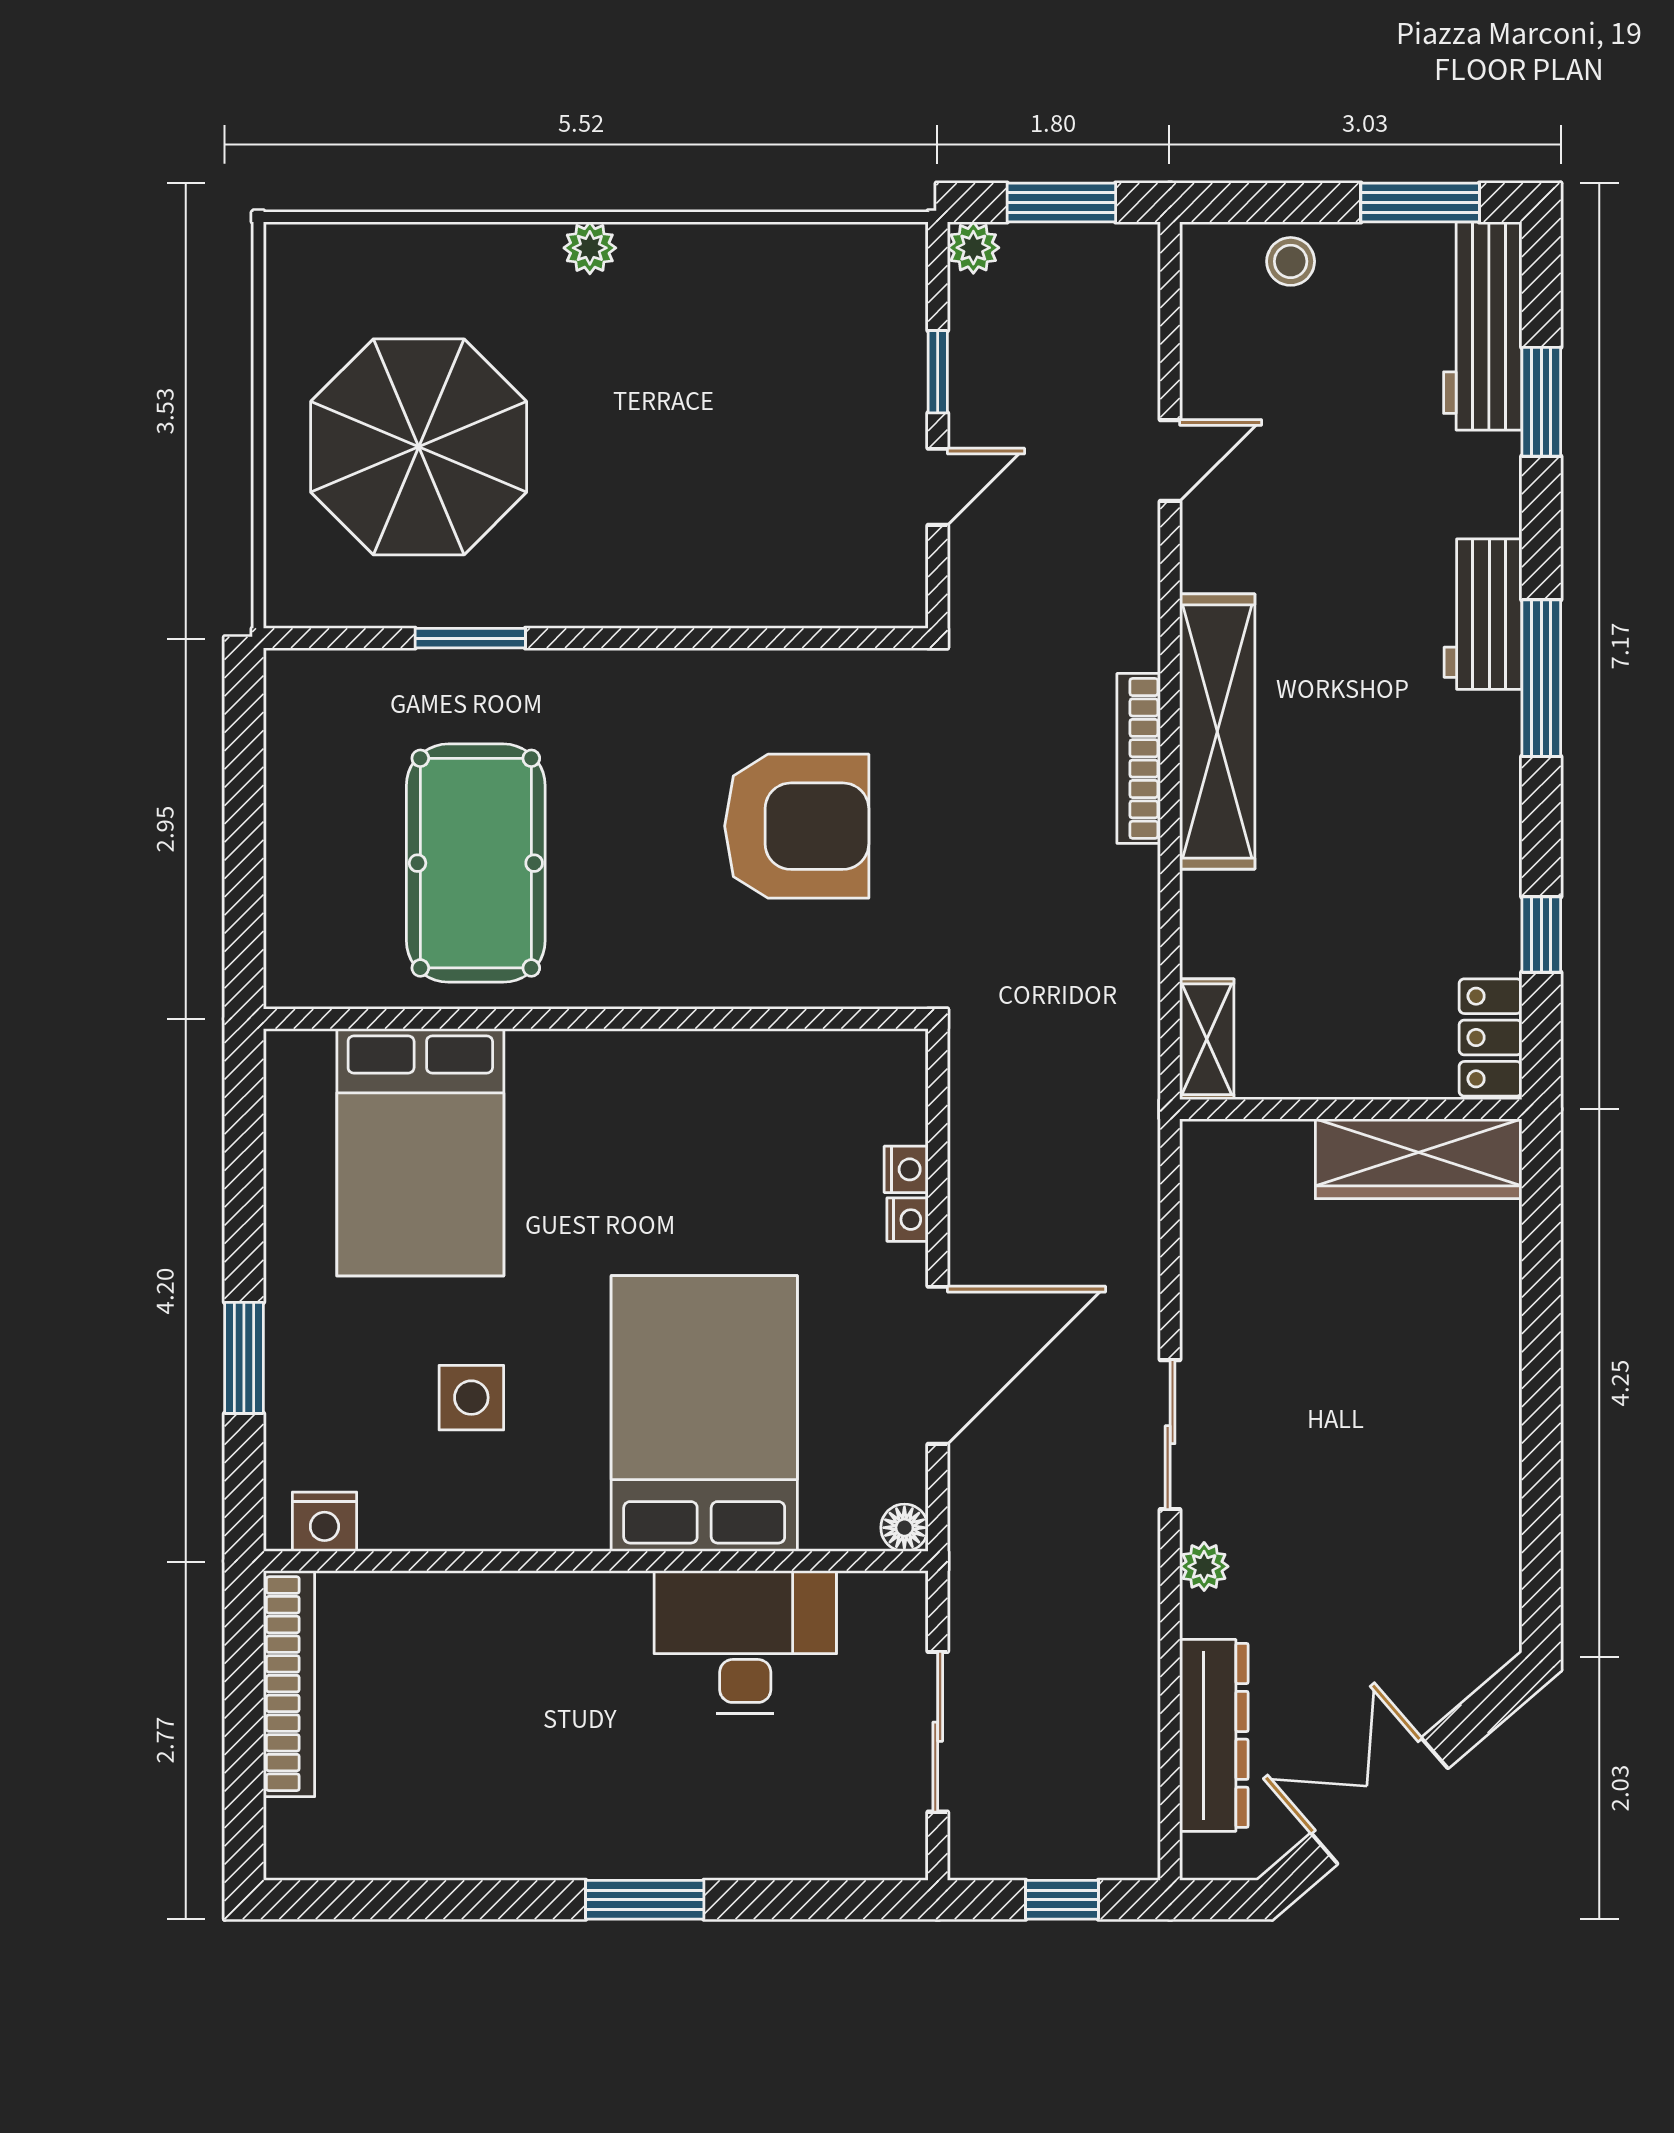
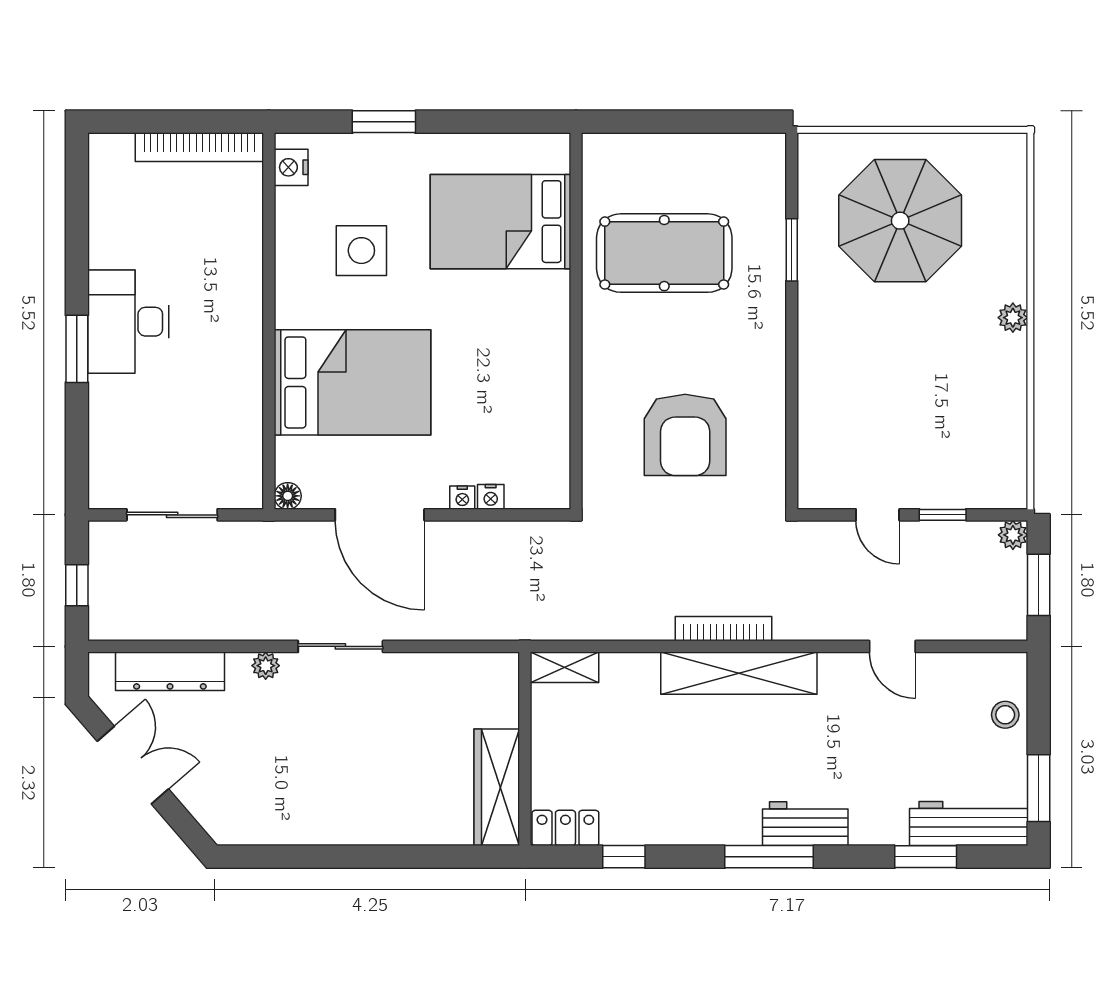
side table: (471, 1398) -> (361, 251), width x1.37, depth x1.37
desk: (745, 1642) -> (128, 322), moved, turned 180

